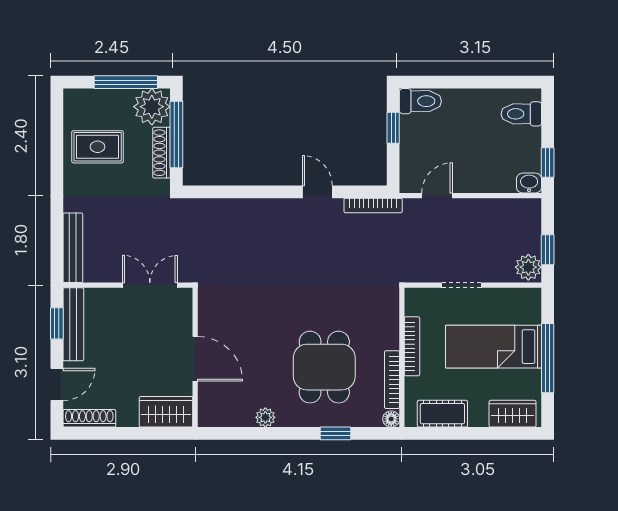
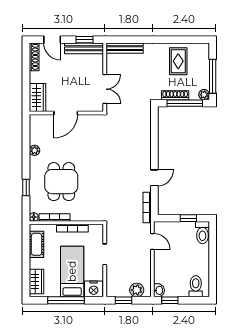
plant: (152, 107) -> (204, 95), width x0.53, depth x0.53
plant: (528, 267) -> (137, 290), moved
nightstand: (526, 306) -> (94, 289), added
dining table: (324, 367) -> (61, 182), turned 90

